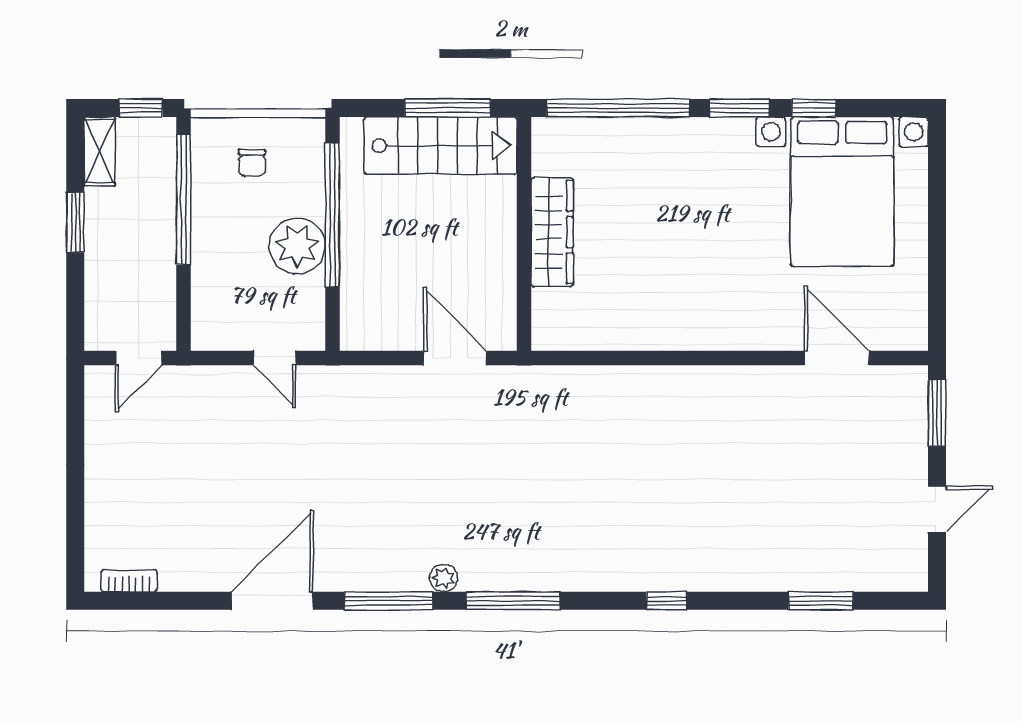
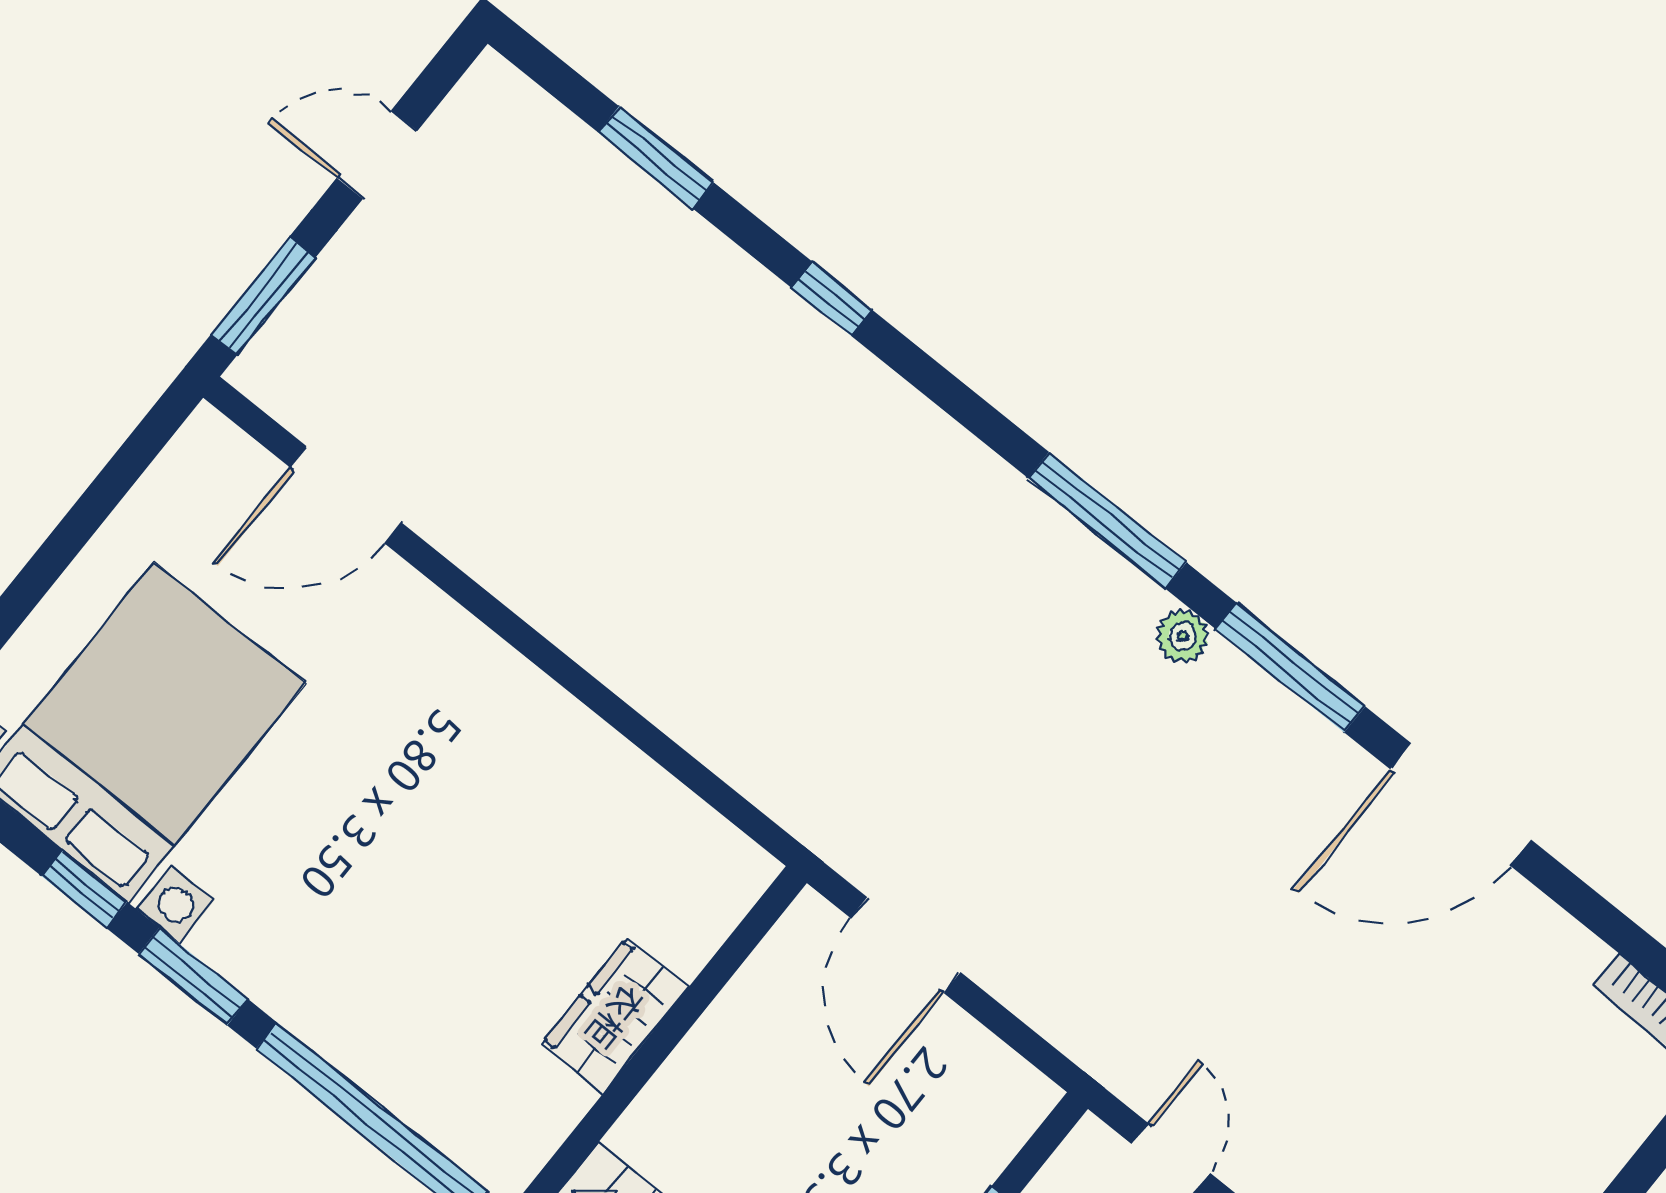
wardrobe: (552, 232) -> (615, 1016), width x0.67
door: (837, 358) -> (346, 495), hinge flipped
window: (666, 601) -> (832, 299), moved

